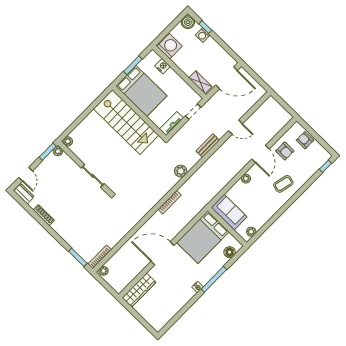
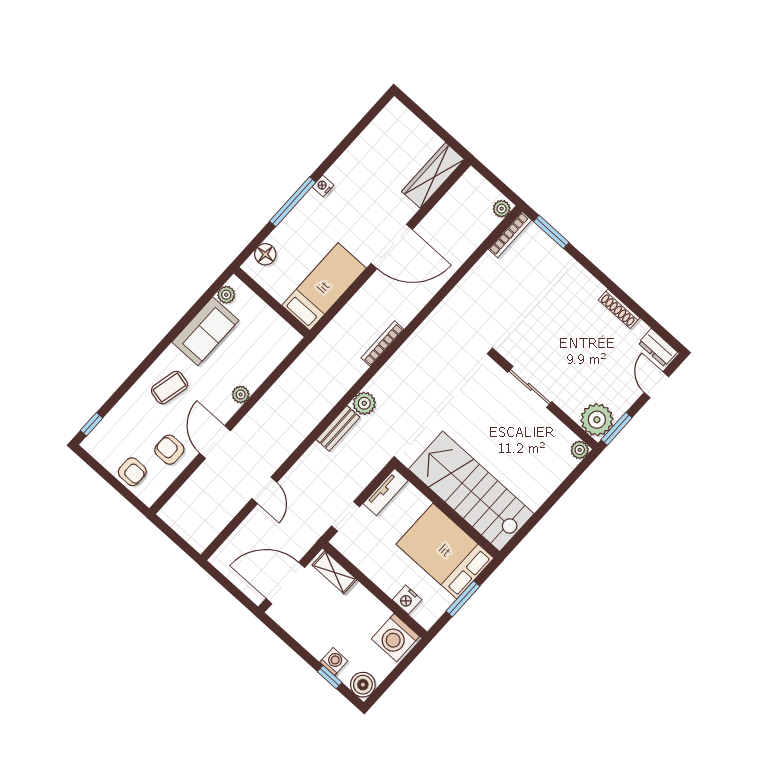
door: (236, 127) -> (264, 490), swing flipped
bench: (208, 146) -> (338, 428), moved
plant: (58, 151) -> (597, 420), width x1.88, depth x1.88
sofa: (229, 212) -> (205, 331), moved, turned -90
bed: (203, 237) -> (324, 287), width x0.67

